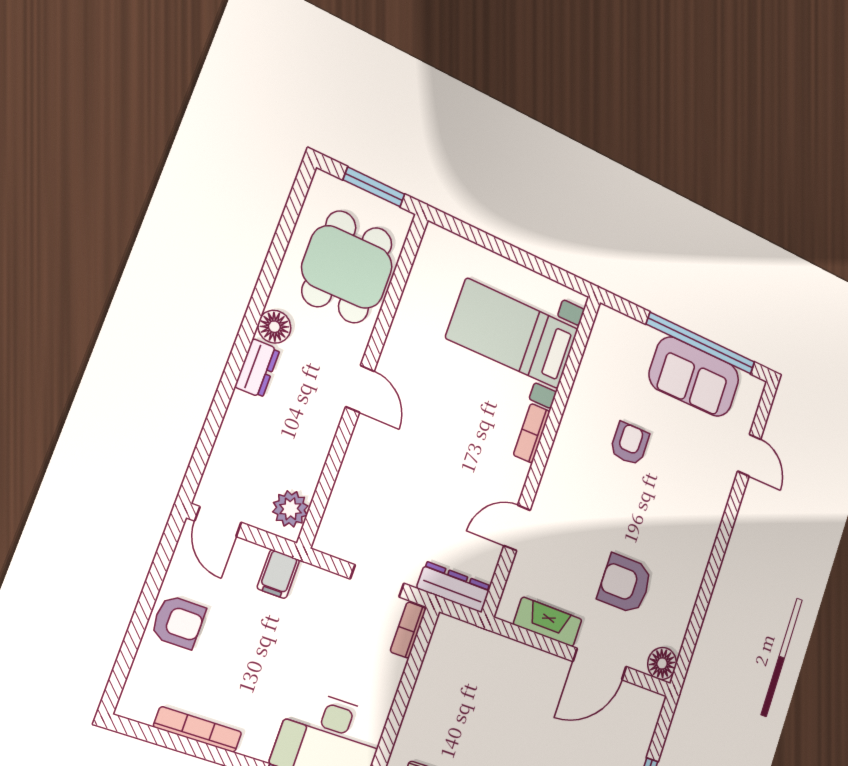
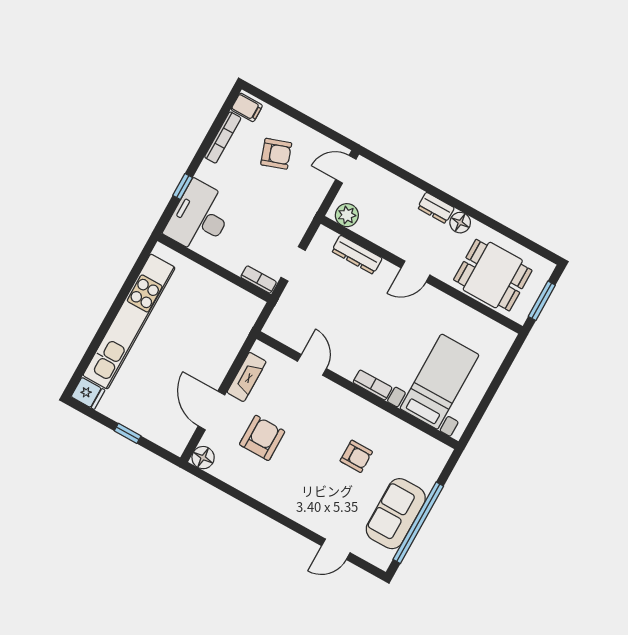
filing cabinet: (278, 574) -> (247, 107), moved, turned 180
dresser: (454, 587) -> (357, 255), moved, turned 90
armchair: (178, 622) -> (276, 154), moved, turned -109

